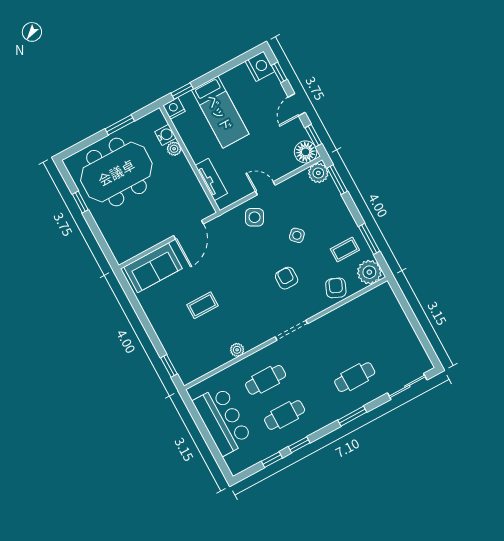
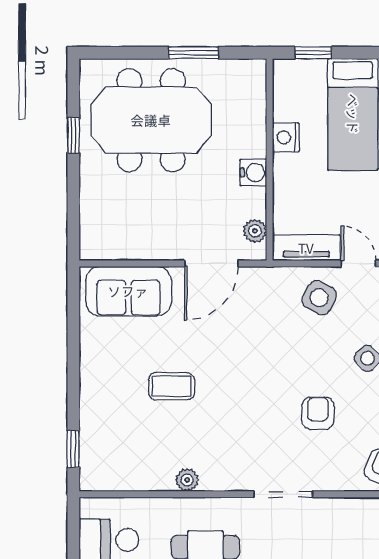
nightstand: (174, 108) -> (286, 137), moved, turned -90
water cooler: (165, 135) -> (253, 173), moved
plant: (174, 149) -> (255, 231), moved
tv unit: (211, 179) -> (306, 248), moved, turned -90

